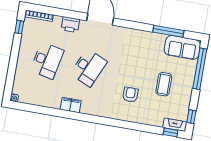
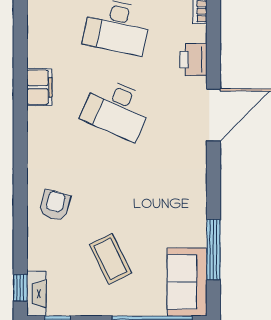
coffee table: (164, 84) -> (110, 259), turned 64
armchair: (130, 95) -> (55, 205), moved, turned -75

